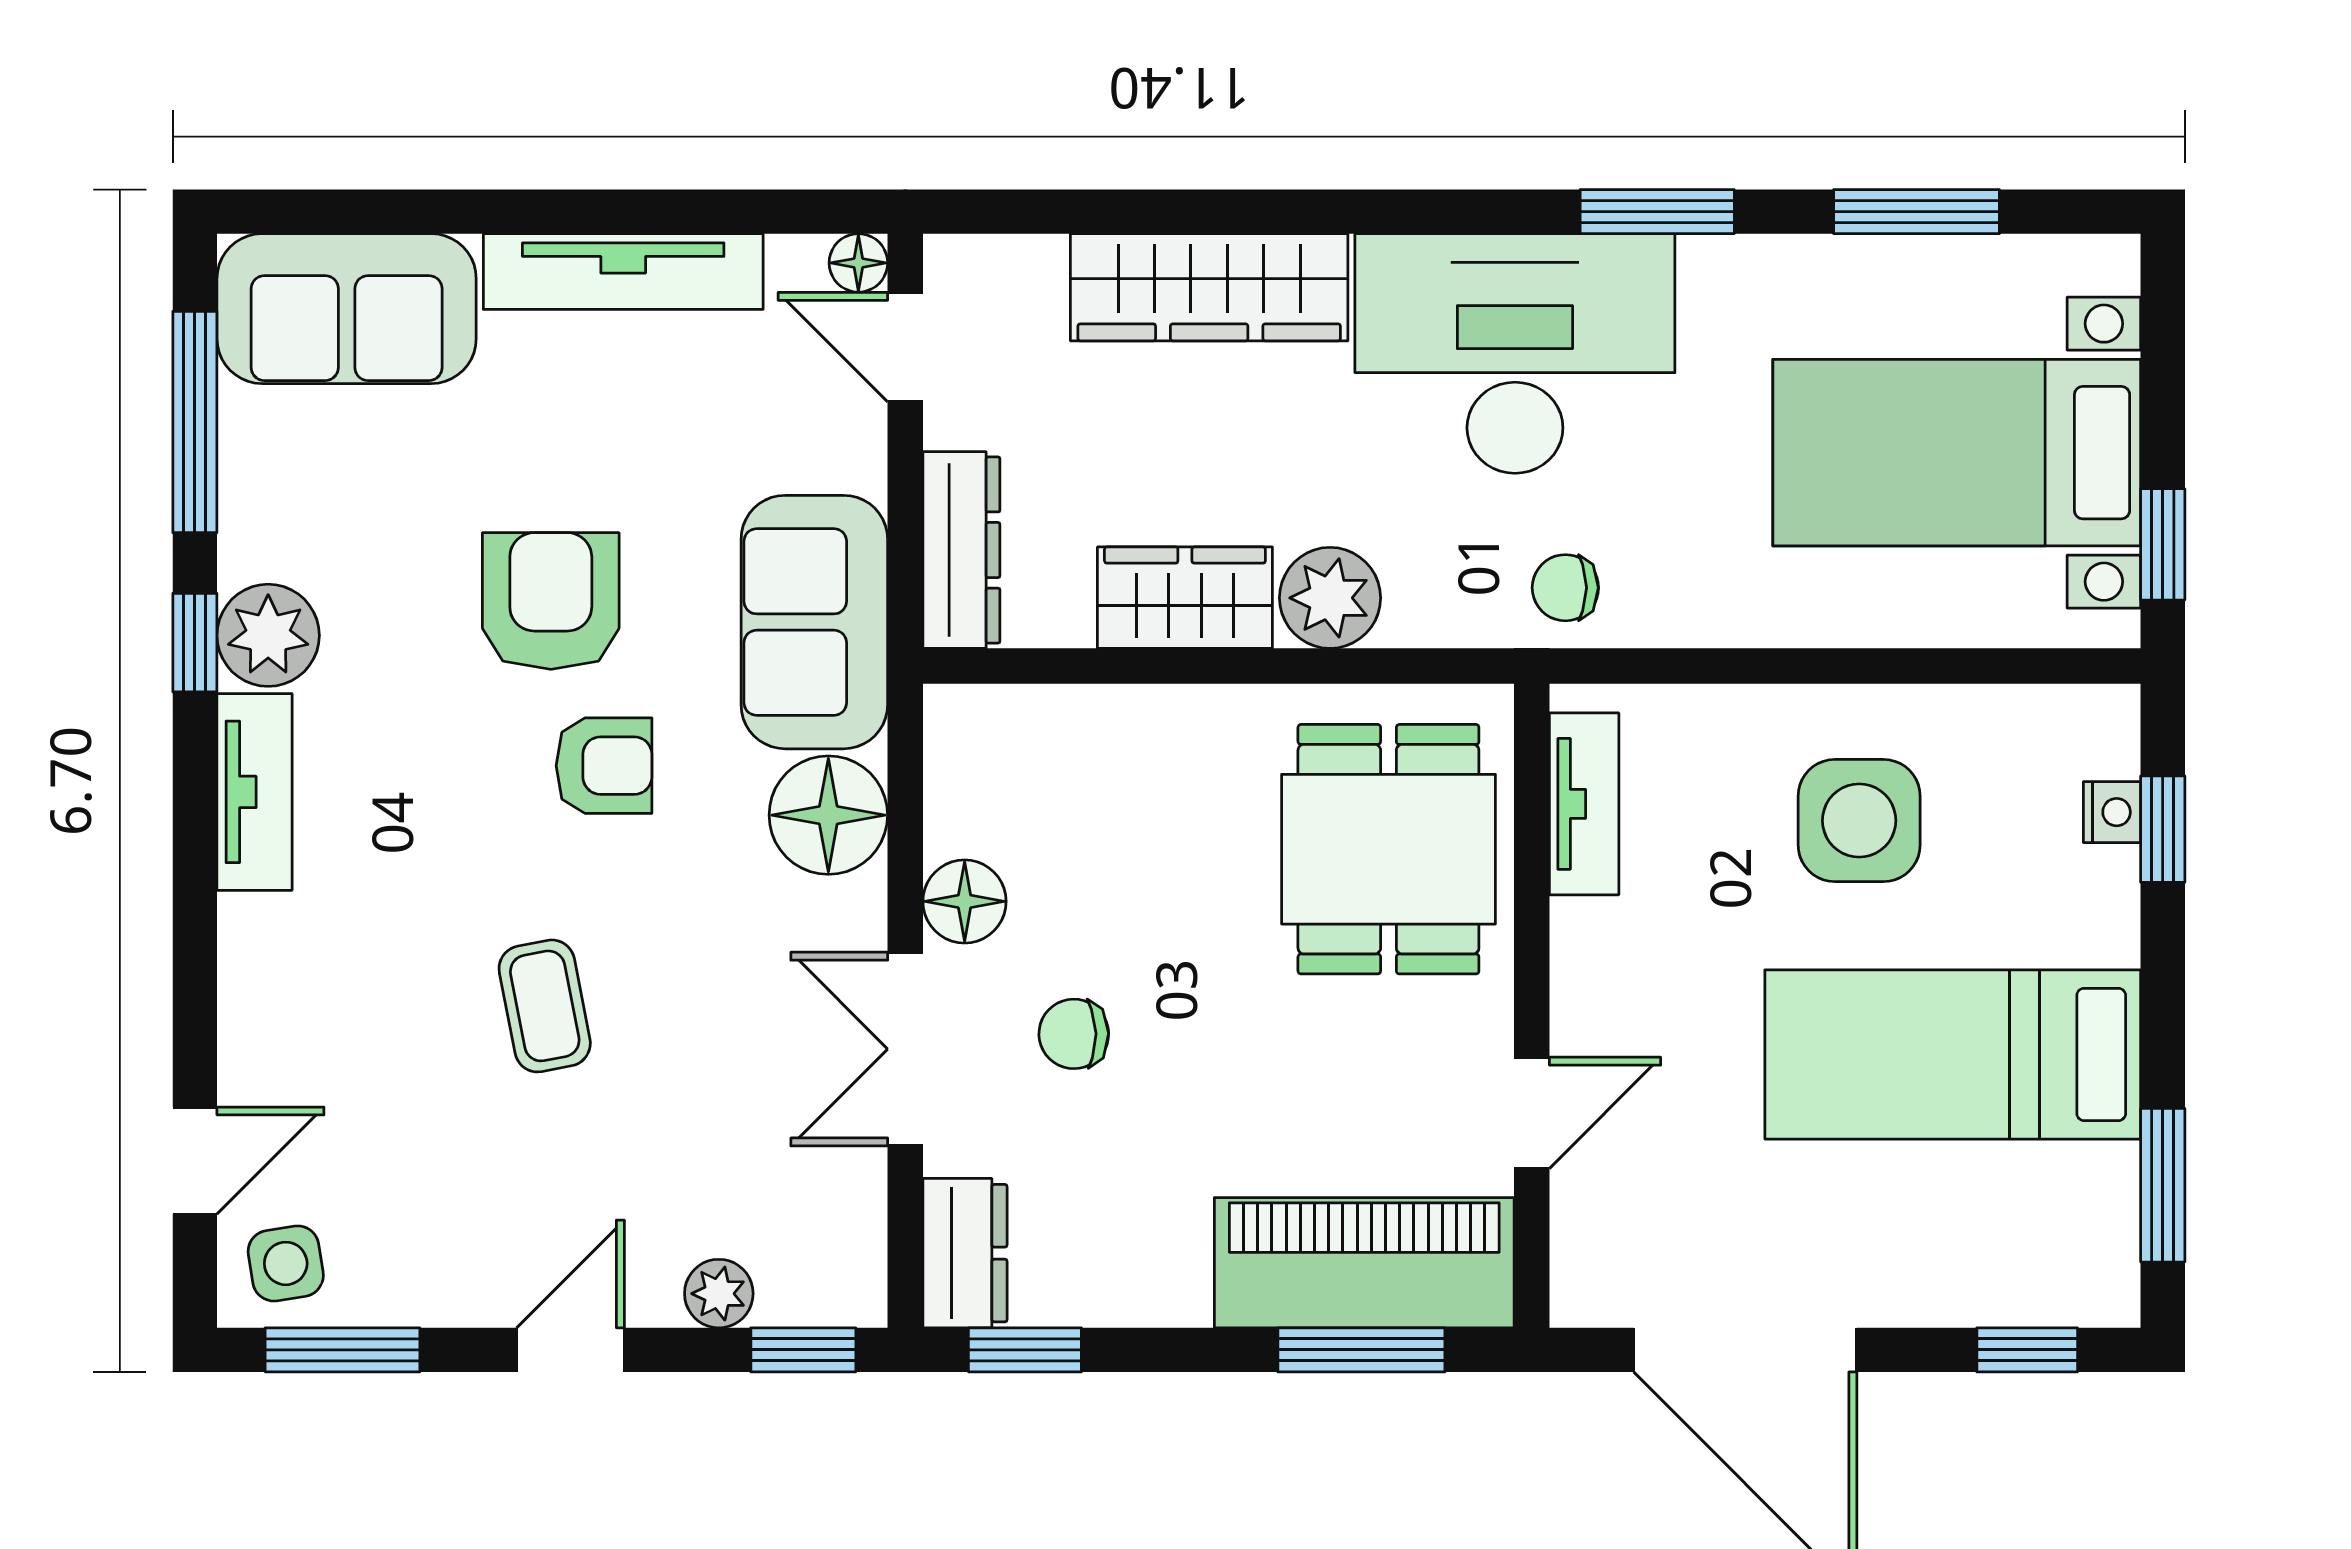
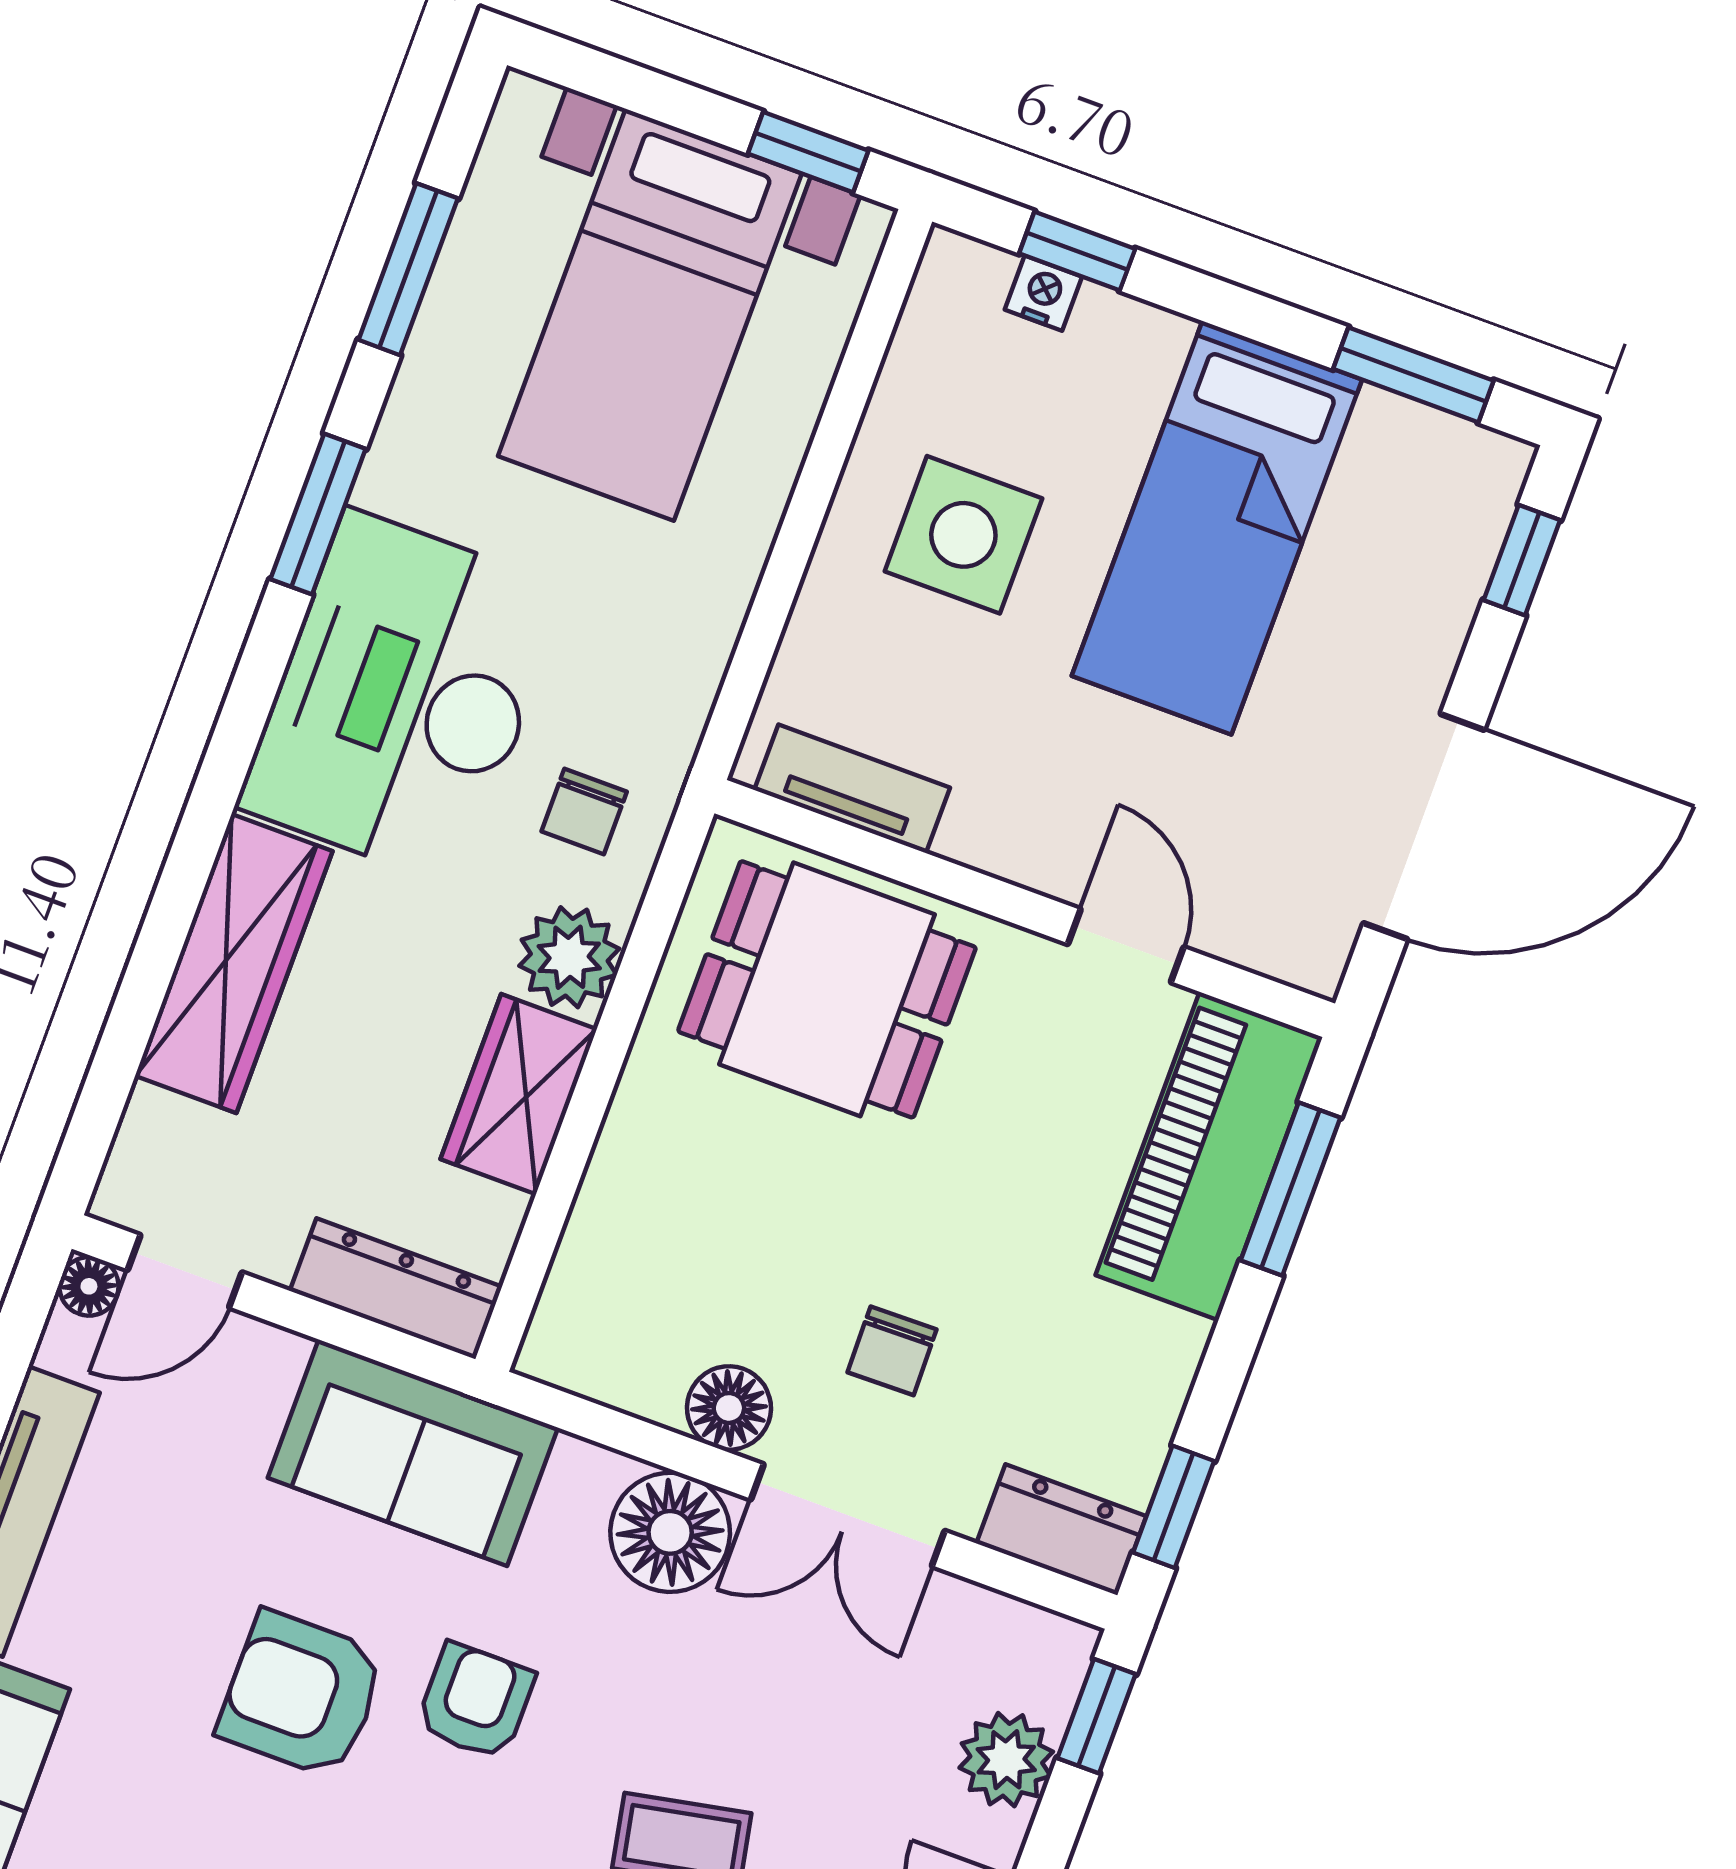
chair: (1565, 588) -> (584, 811), moved
floor lamp: (828, 815) -> (670, 1532), moved
plant: (719, 1294) -> (1006, 1760), width x1.38, depth x1.38

